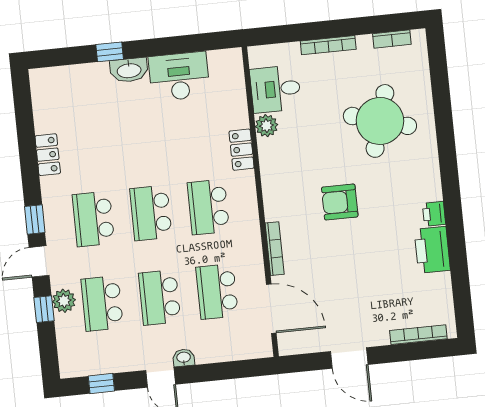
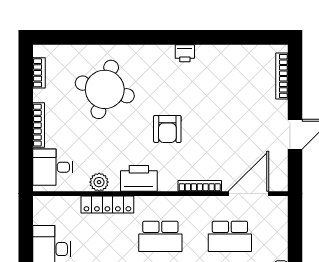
desk: (275, 89) -> (53, 167), moved, turned 90
locker: (242, 150) -> (107, 204), width x1.53
printer: (432, 250) -> (139, 178), moved, turned 180

